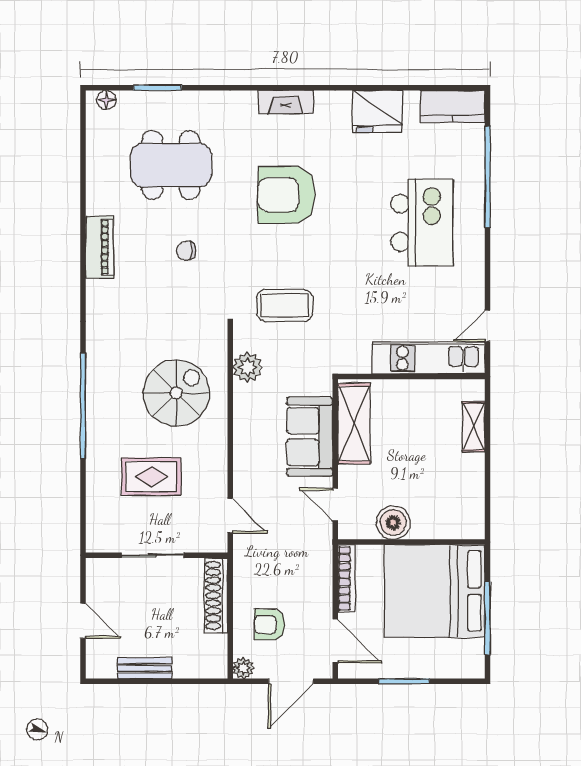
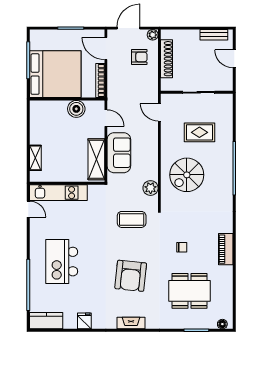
fridge: (378, 111) -> (84, 321), width x0.53, depth x0.75
armchair: (286, 195) -> (131, 276), turned 96
door: (488, 326) -> (28, 209), hinge flipped
shoe rack: (216, 595) -> (167, 59), moved
bench: (145, 668) -> (214, 35), moved

